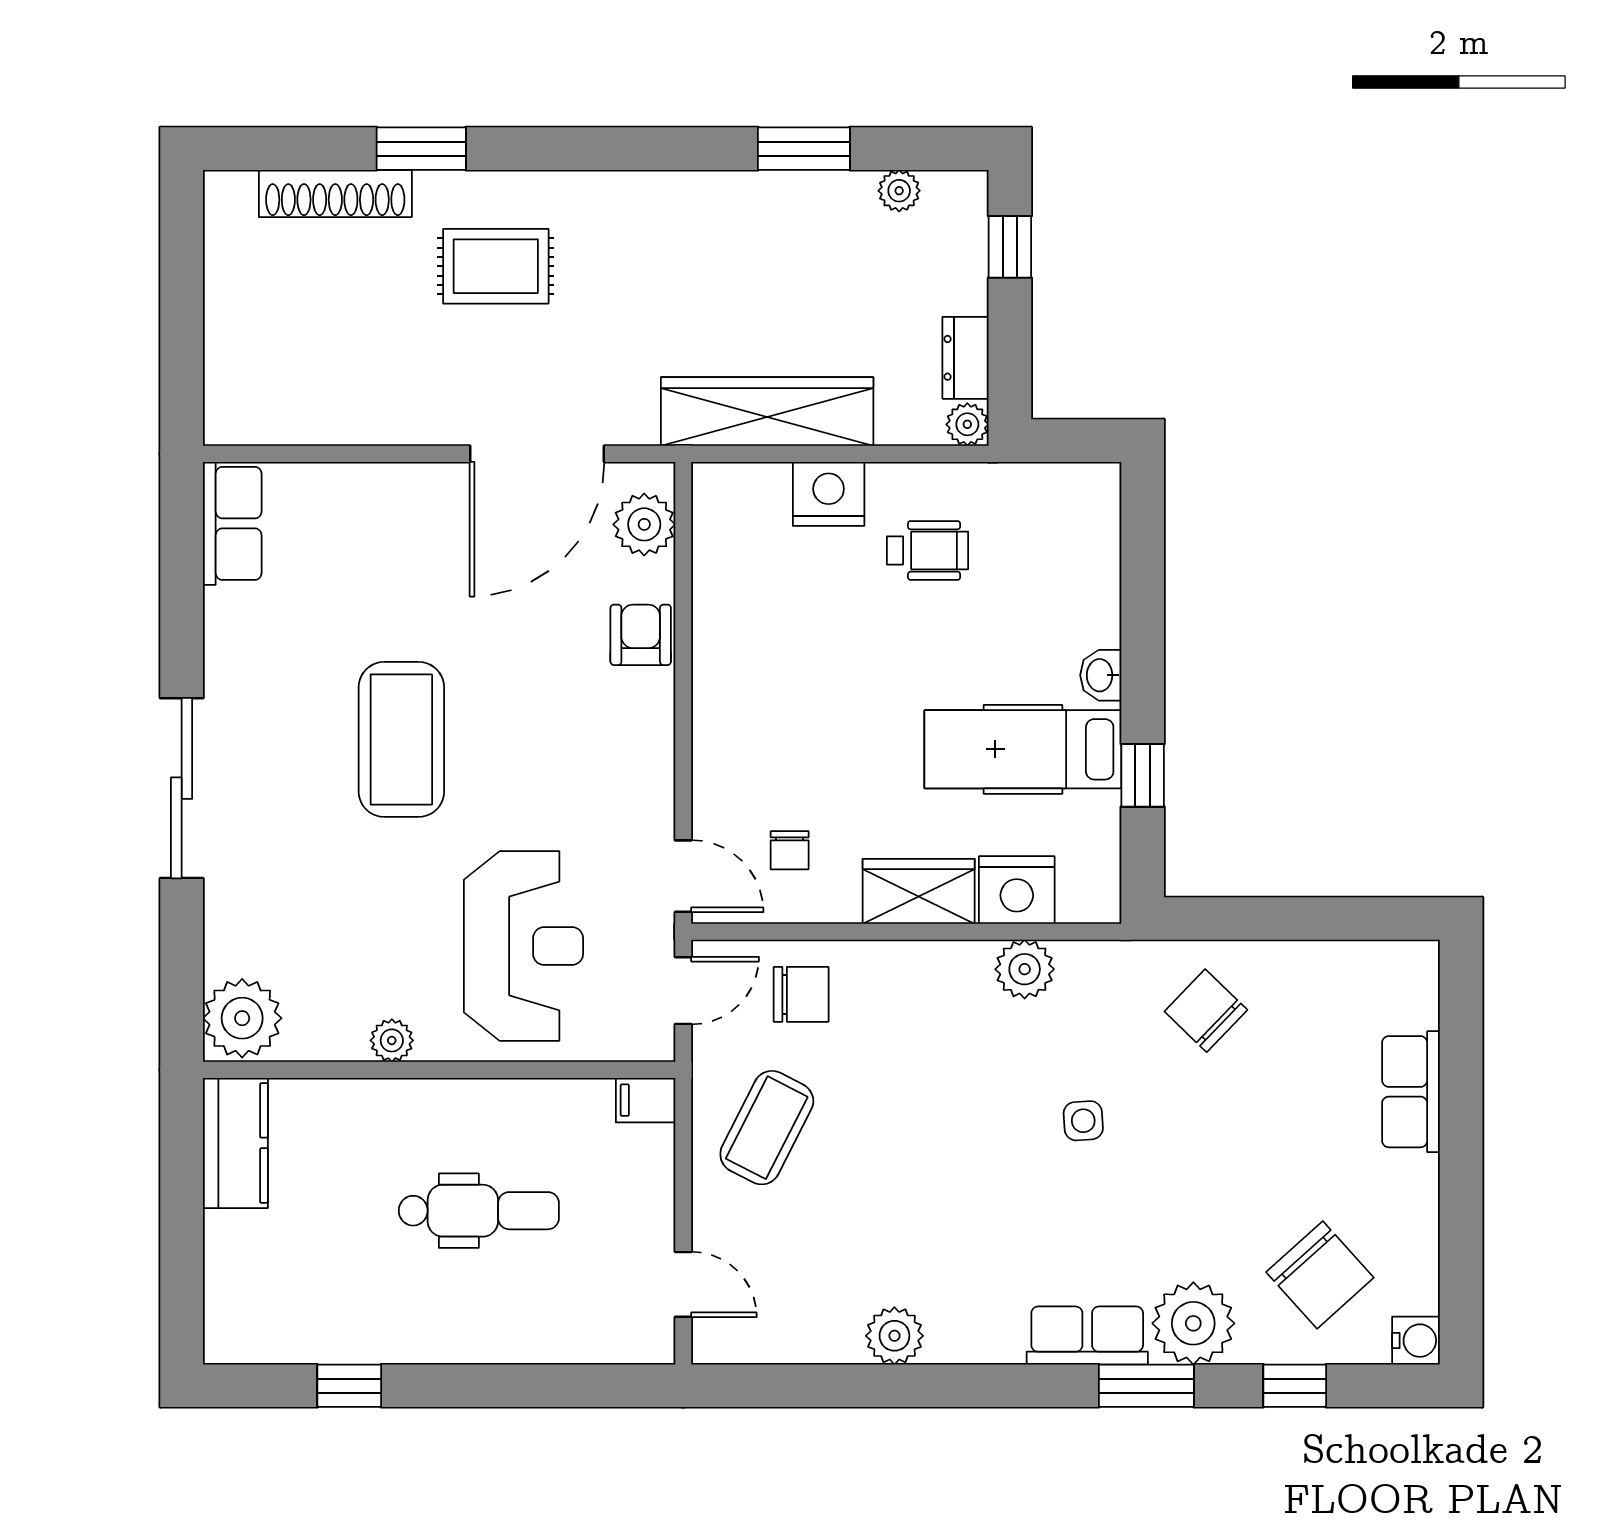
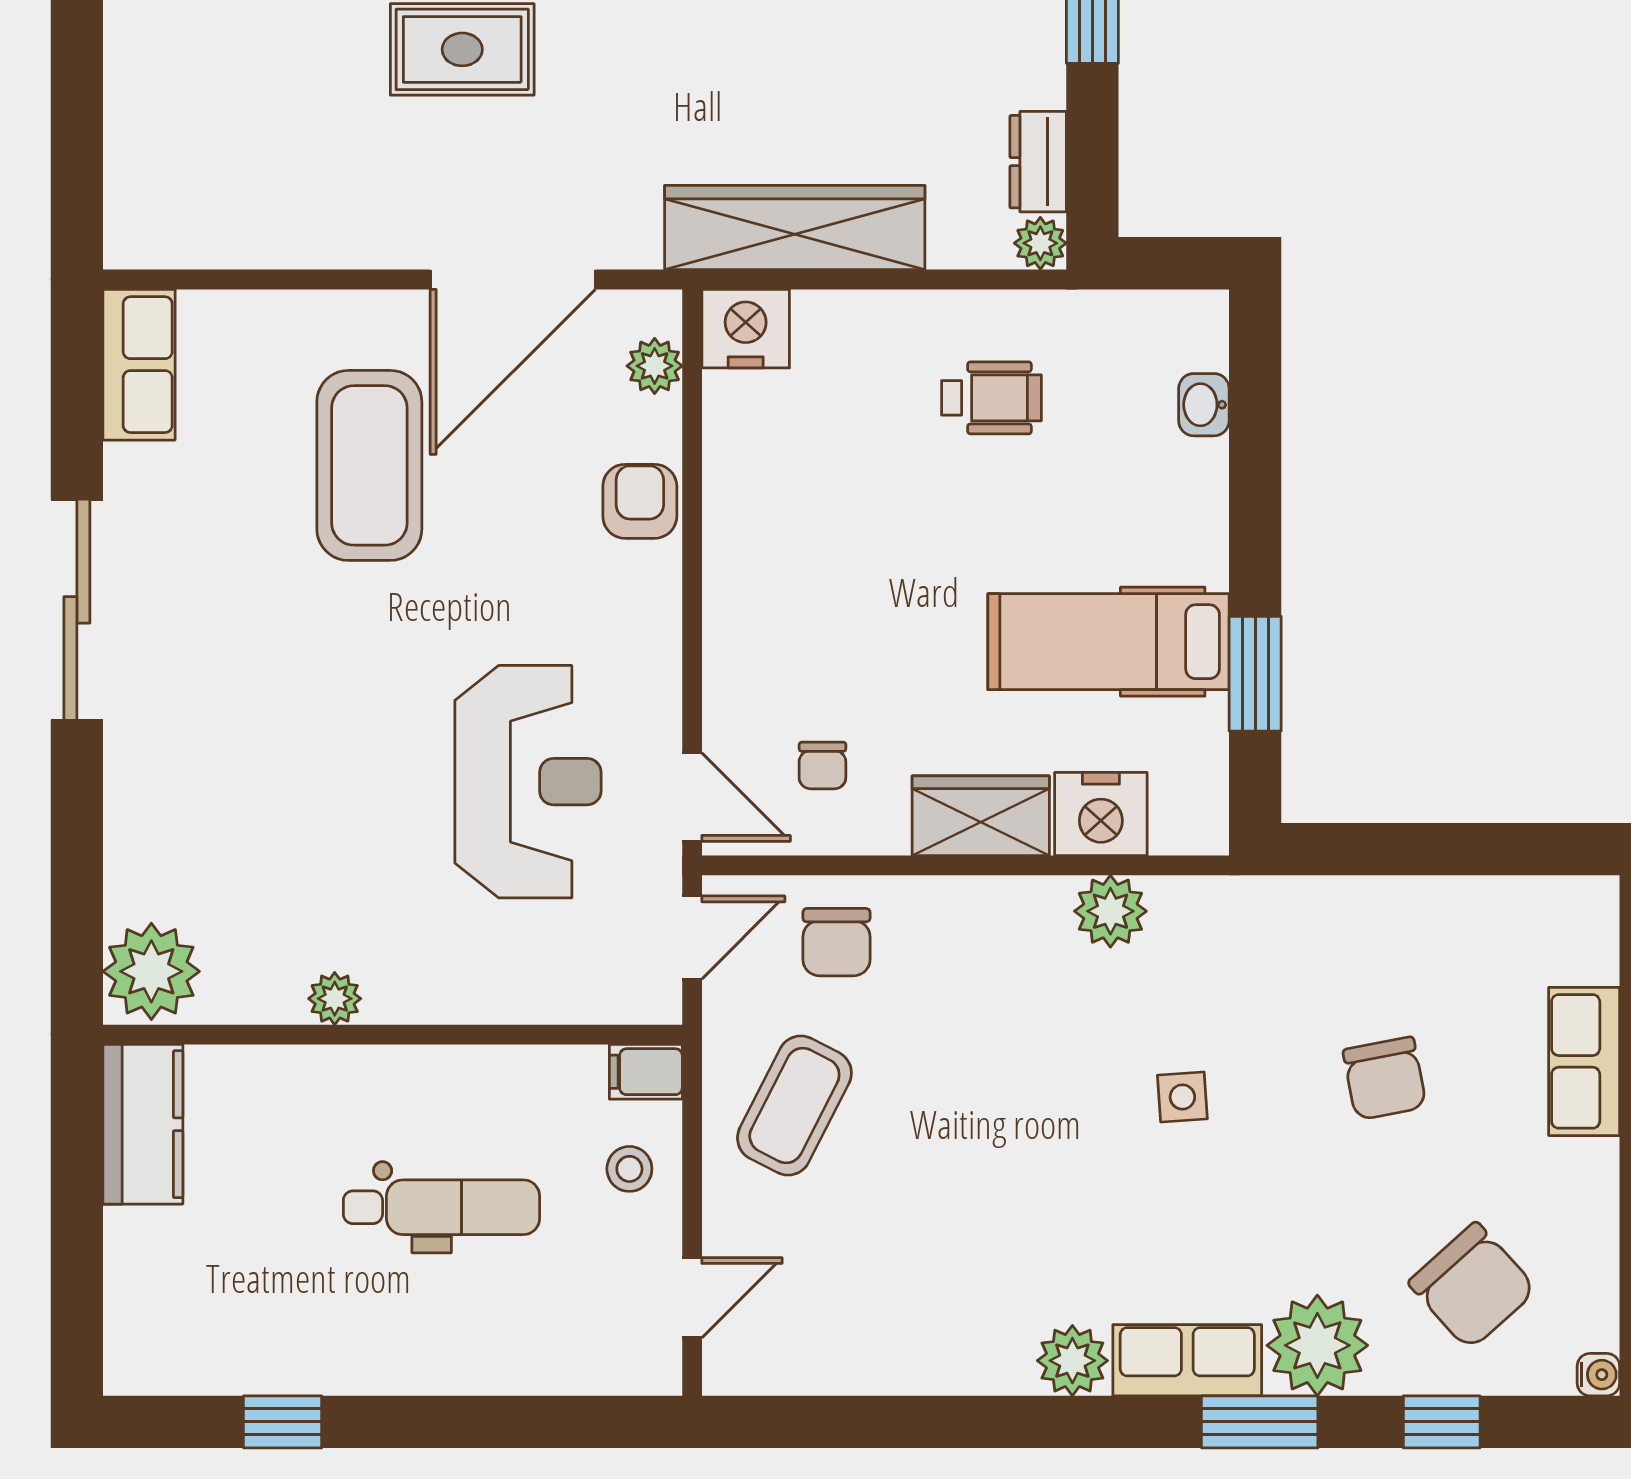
nightstand: (829, 494) -> (746, 329), moved
plant: (644, 524) -> (655, 366), width x0.73, depth x0.73
washbasin: (1101, 675) -> (1204, 405), moved
coffee table: (401, 739) -> (369, 465), moved
window: (1143, 775) -> (1255, 674), width x1.50
sliding door: (182, 788) -> (77, 610), moved
reception desk: (523, 946) -> (528, 782), moved
chair: (801, 994) -> (836, 942), turned 90
chair: (1206, 1011) -> (1385, 1078), moved, turned -145
stool: (632, 1179) -> (629, 1169), added
door: (683, 1284) -> (692, 1298), hinge flipped
plant: (894, 1336) -> (1072, 1361), moved
water cooler: (1416, 1341) -> (1598, 1375), width x0.72, depth x0.72

